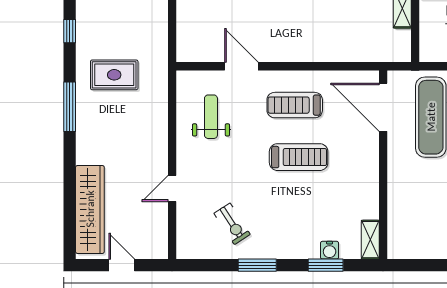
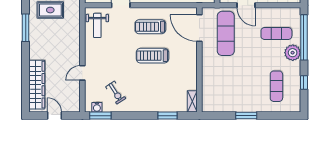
weight bench: (211, 117) -> (97, 25), moved, turned 180
treadmill: (299, 157) -> (152, 56), turned 180
water cooler: (330, 250) -> (97, 107), moved
window: (257, 265) -> (100, 116), moved

